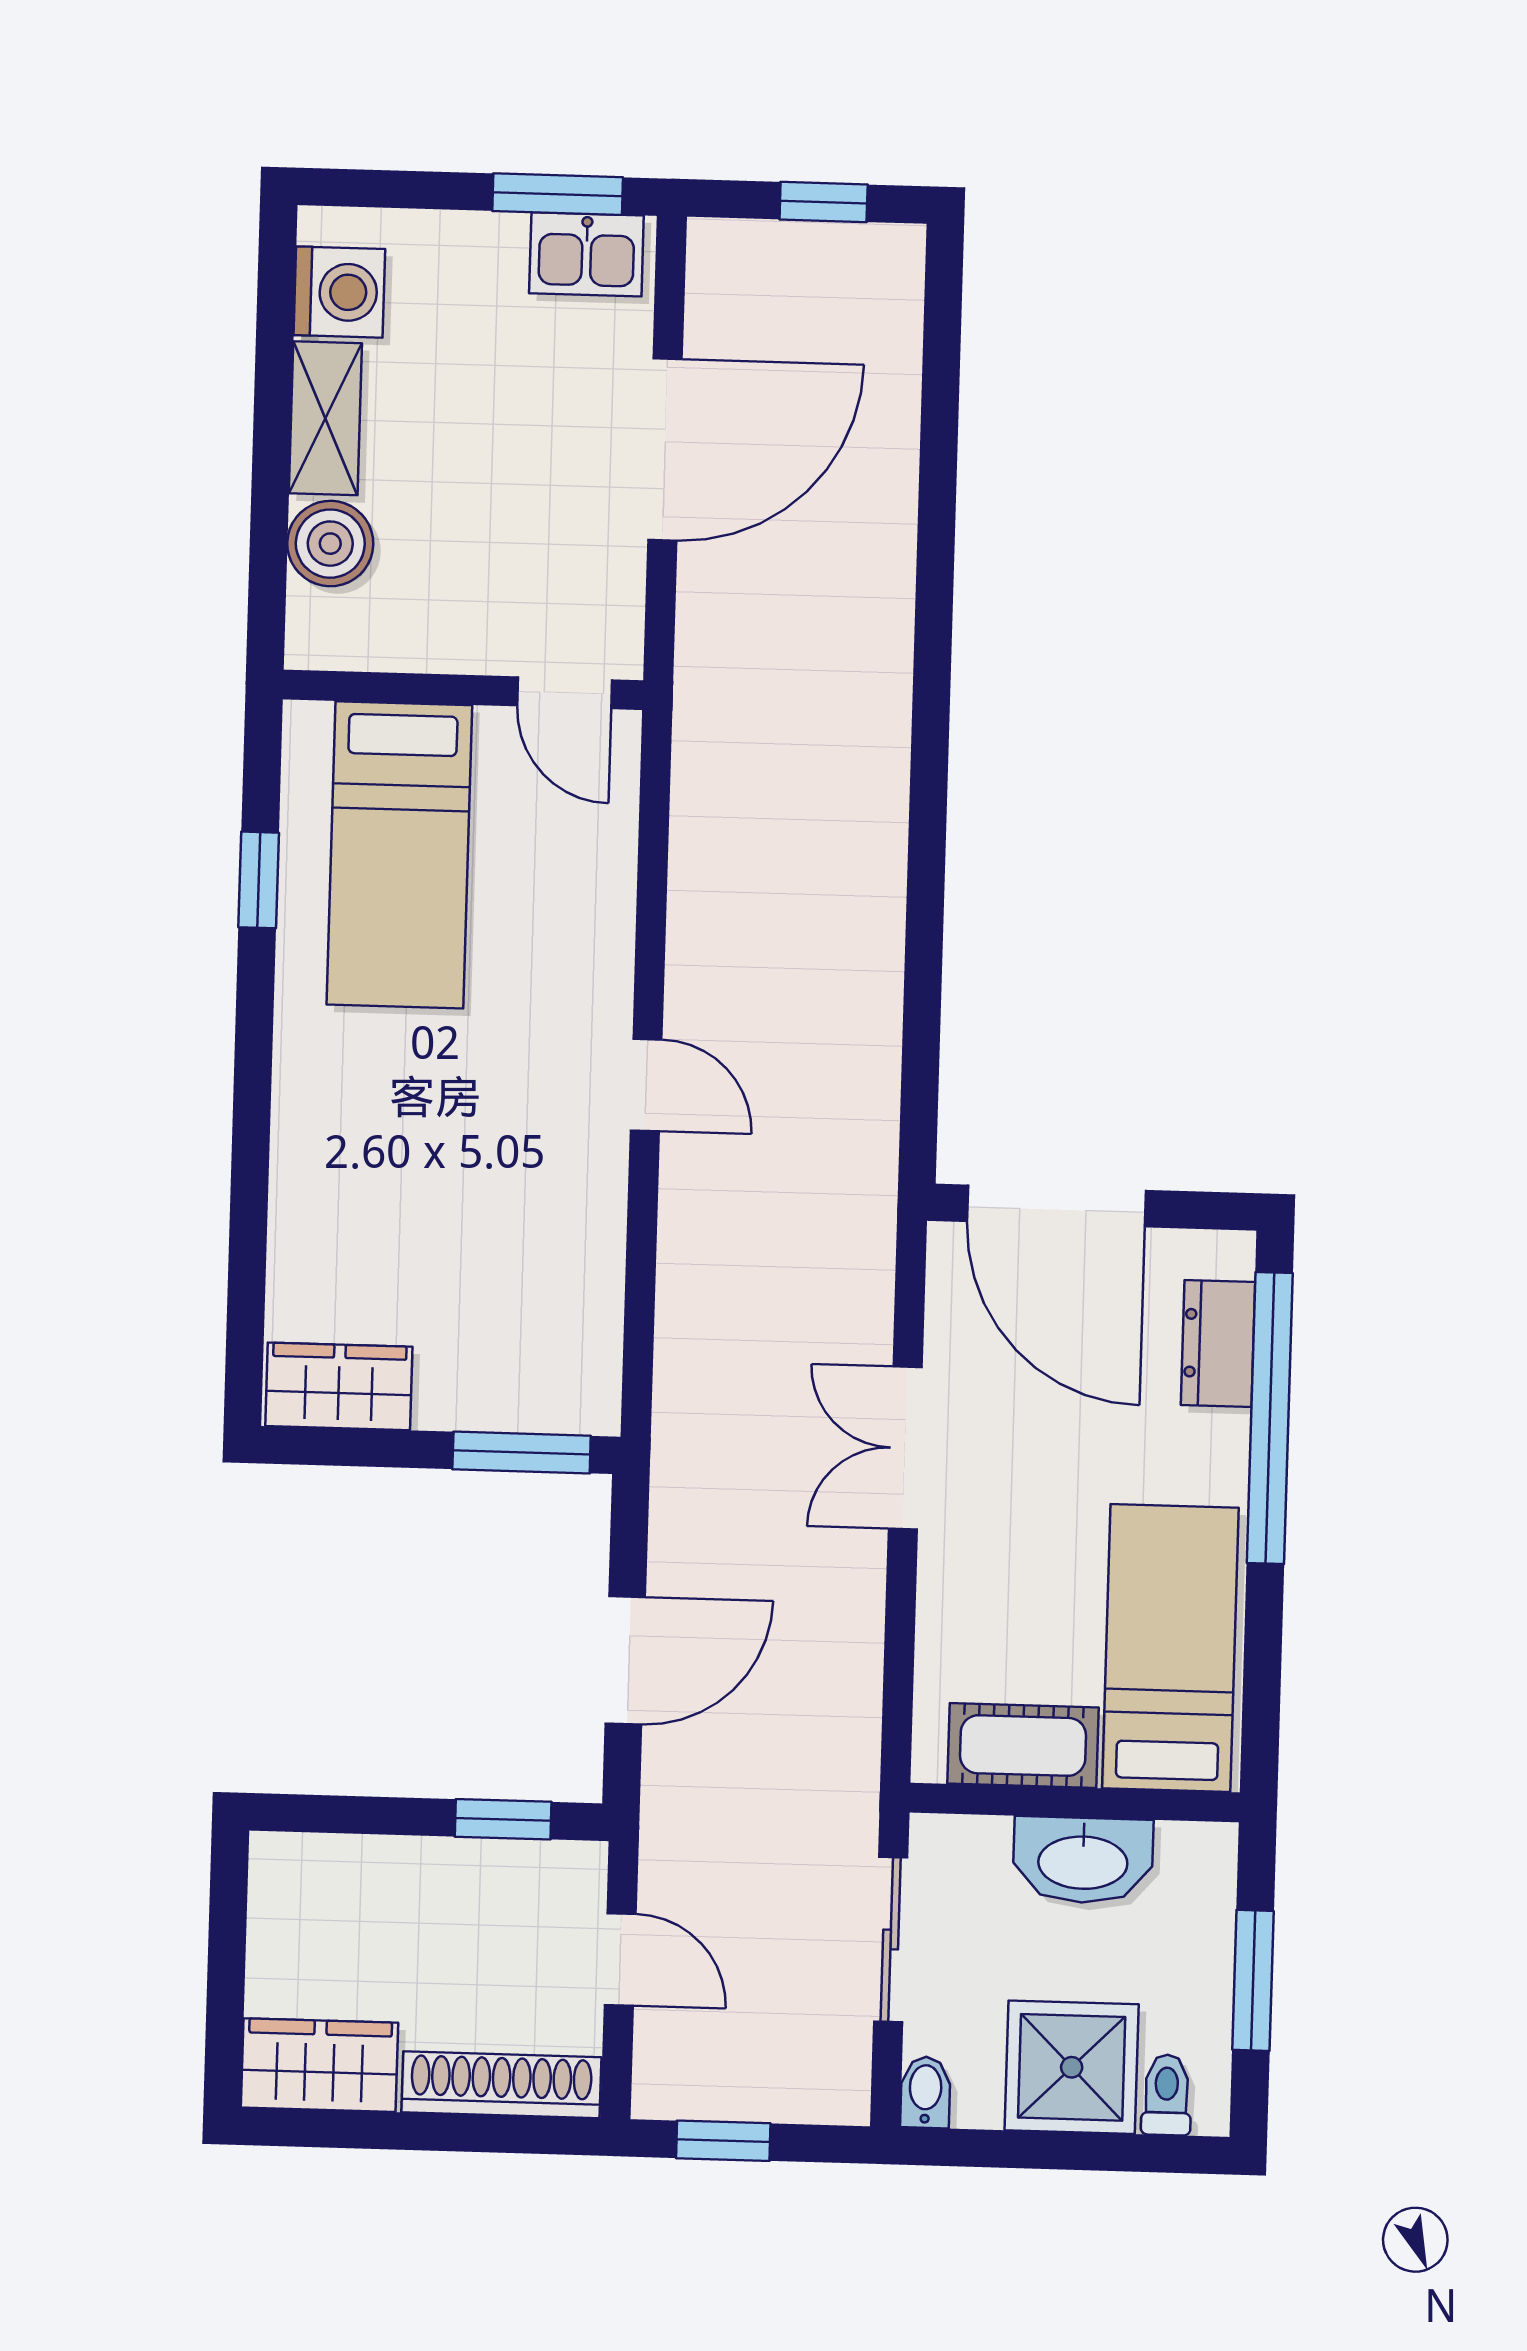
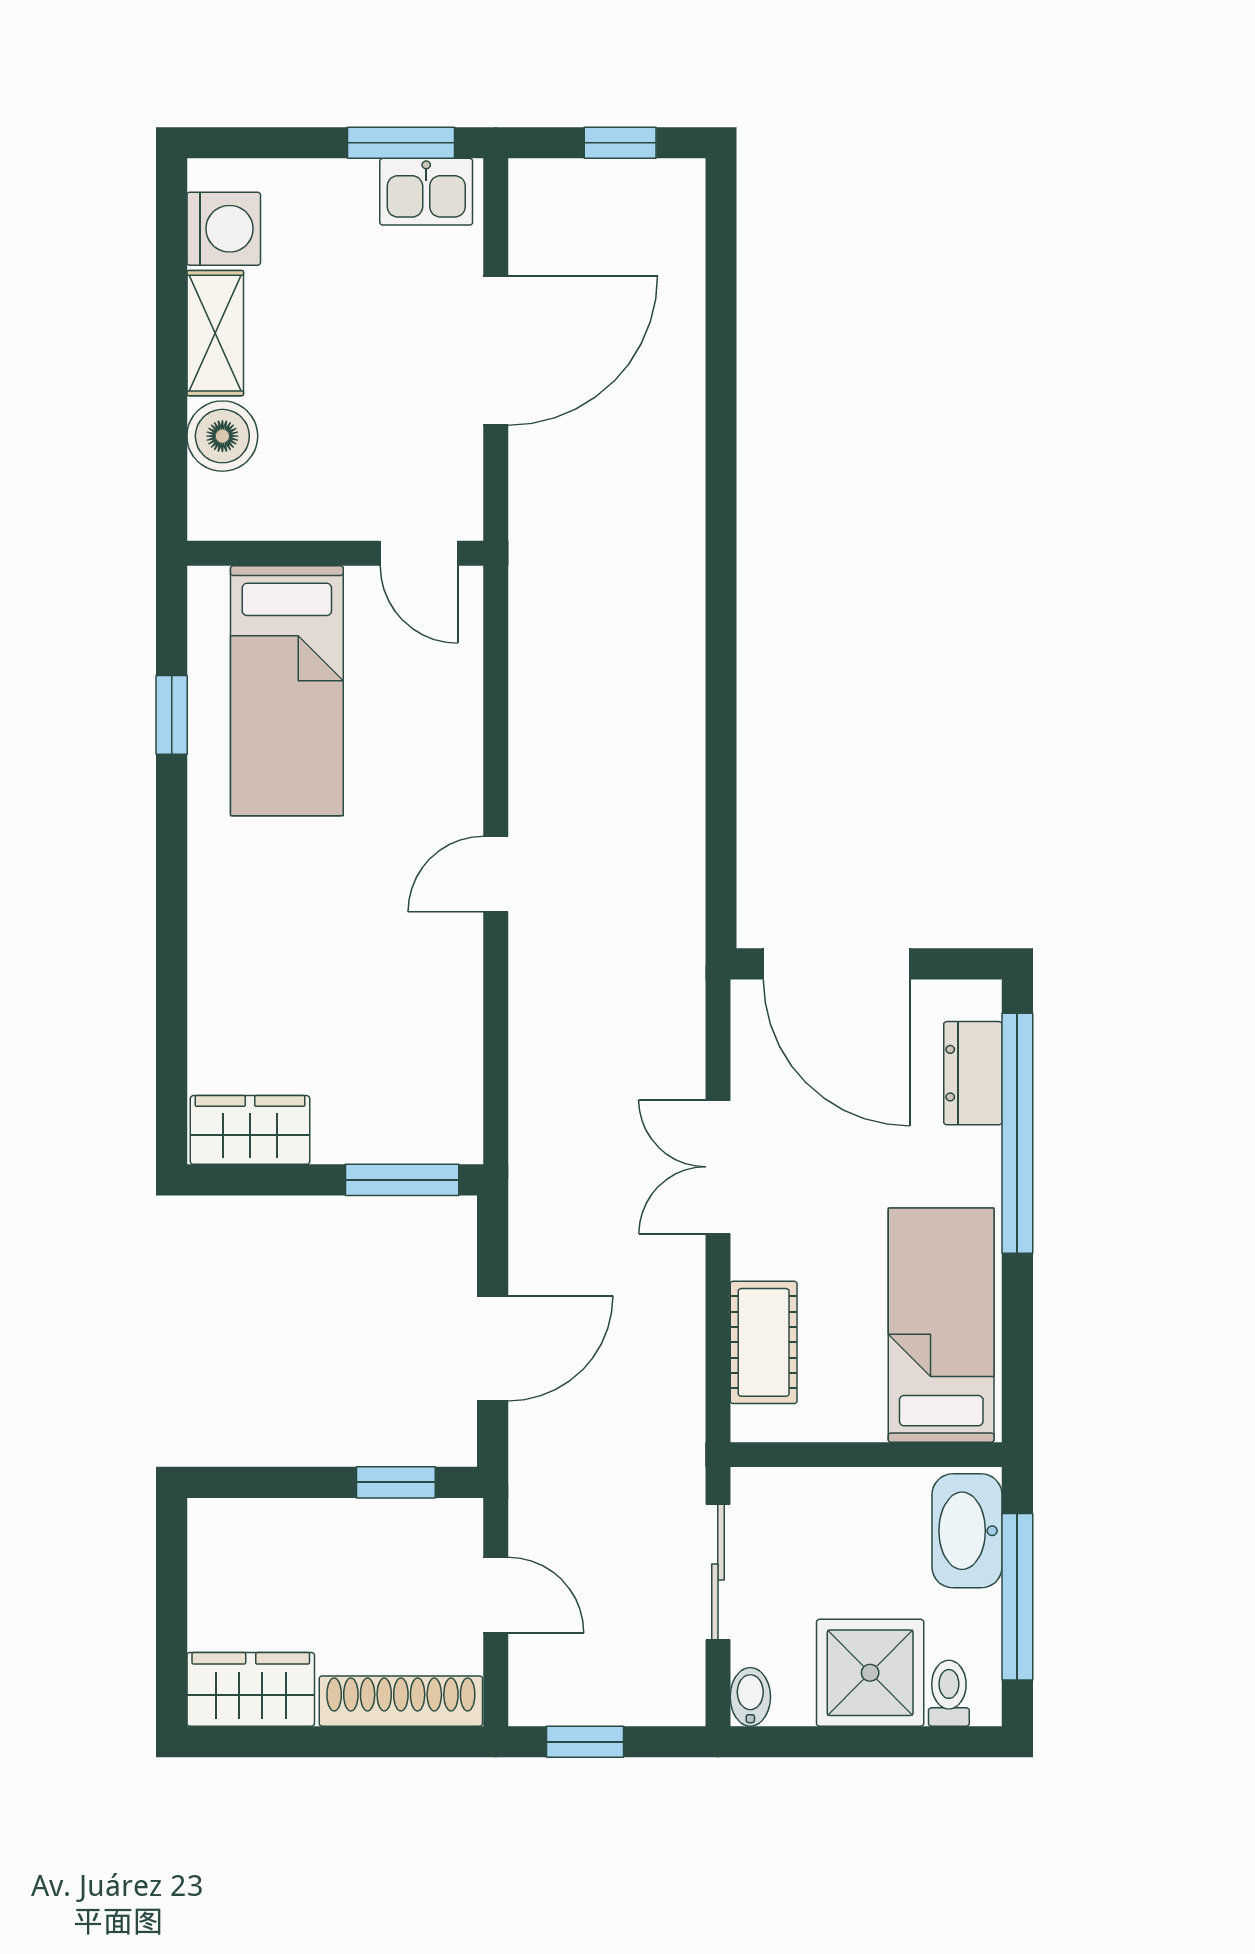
door: (646, 1085) -> (496, 874), swing flipped
cot: (1023, 1746) -> (764, 1342), moved, turned 90
washbasin: (1083, 1860) -> (967, 1531), moved, turned 90
window: (1253, 1980) -> (1017, 1597), width x1.44

